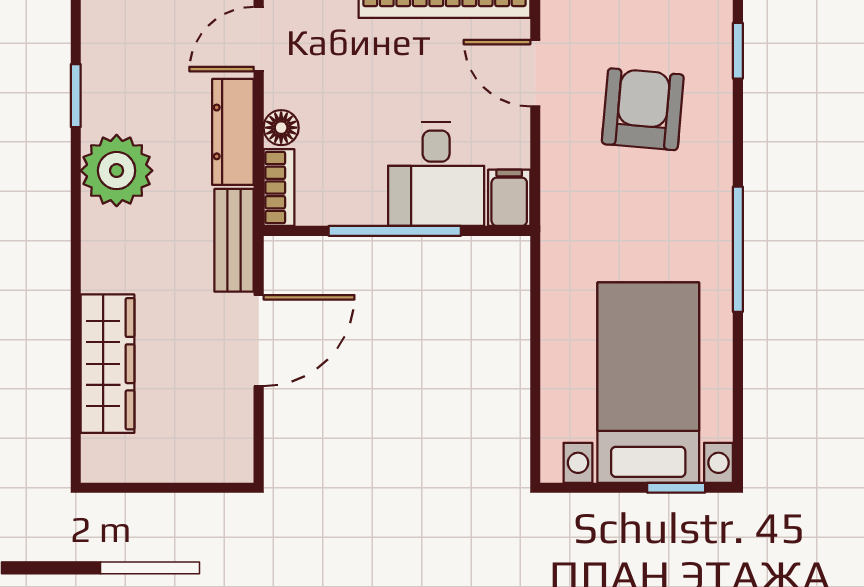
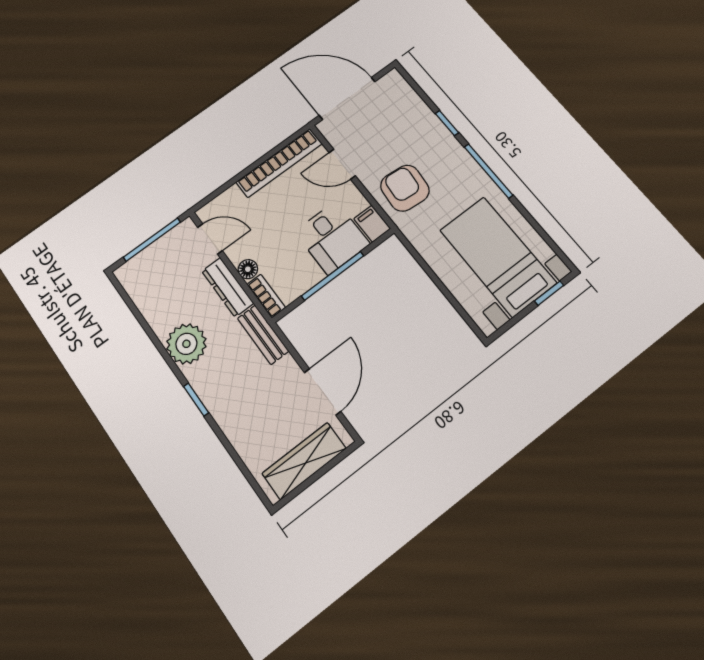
door: (259, 39) -> (210, 239), swing flipped
window: (738, 51) -> (447, 123), moved
window: (76, 96) -> (196, 400), moved
armchair: (643, 109) -> (405, 188), moved
door: (259, 341) -> (323, 392), moved
wardrobe: (108, 364) -> (304, 461), moved, turned -90

